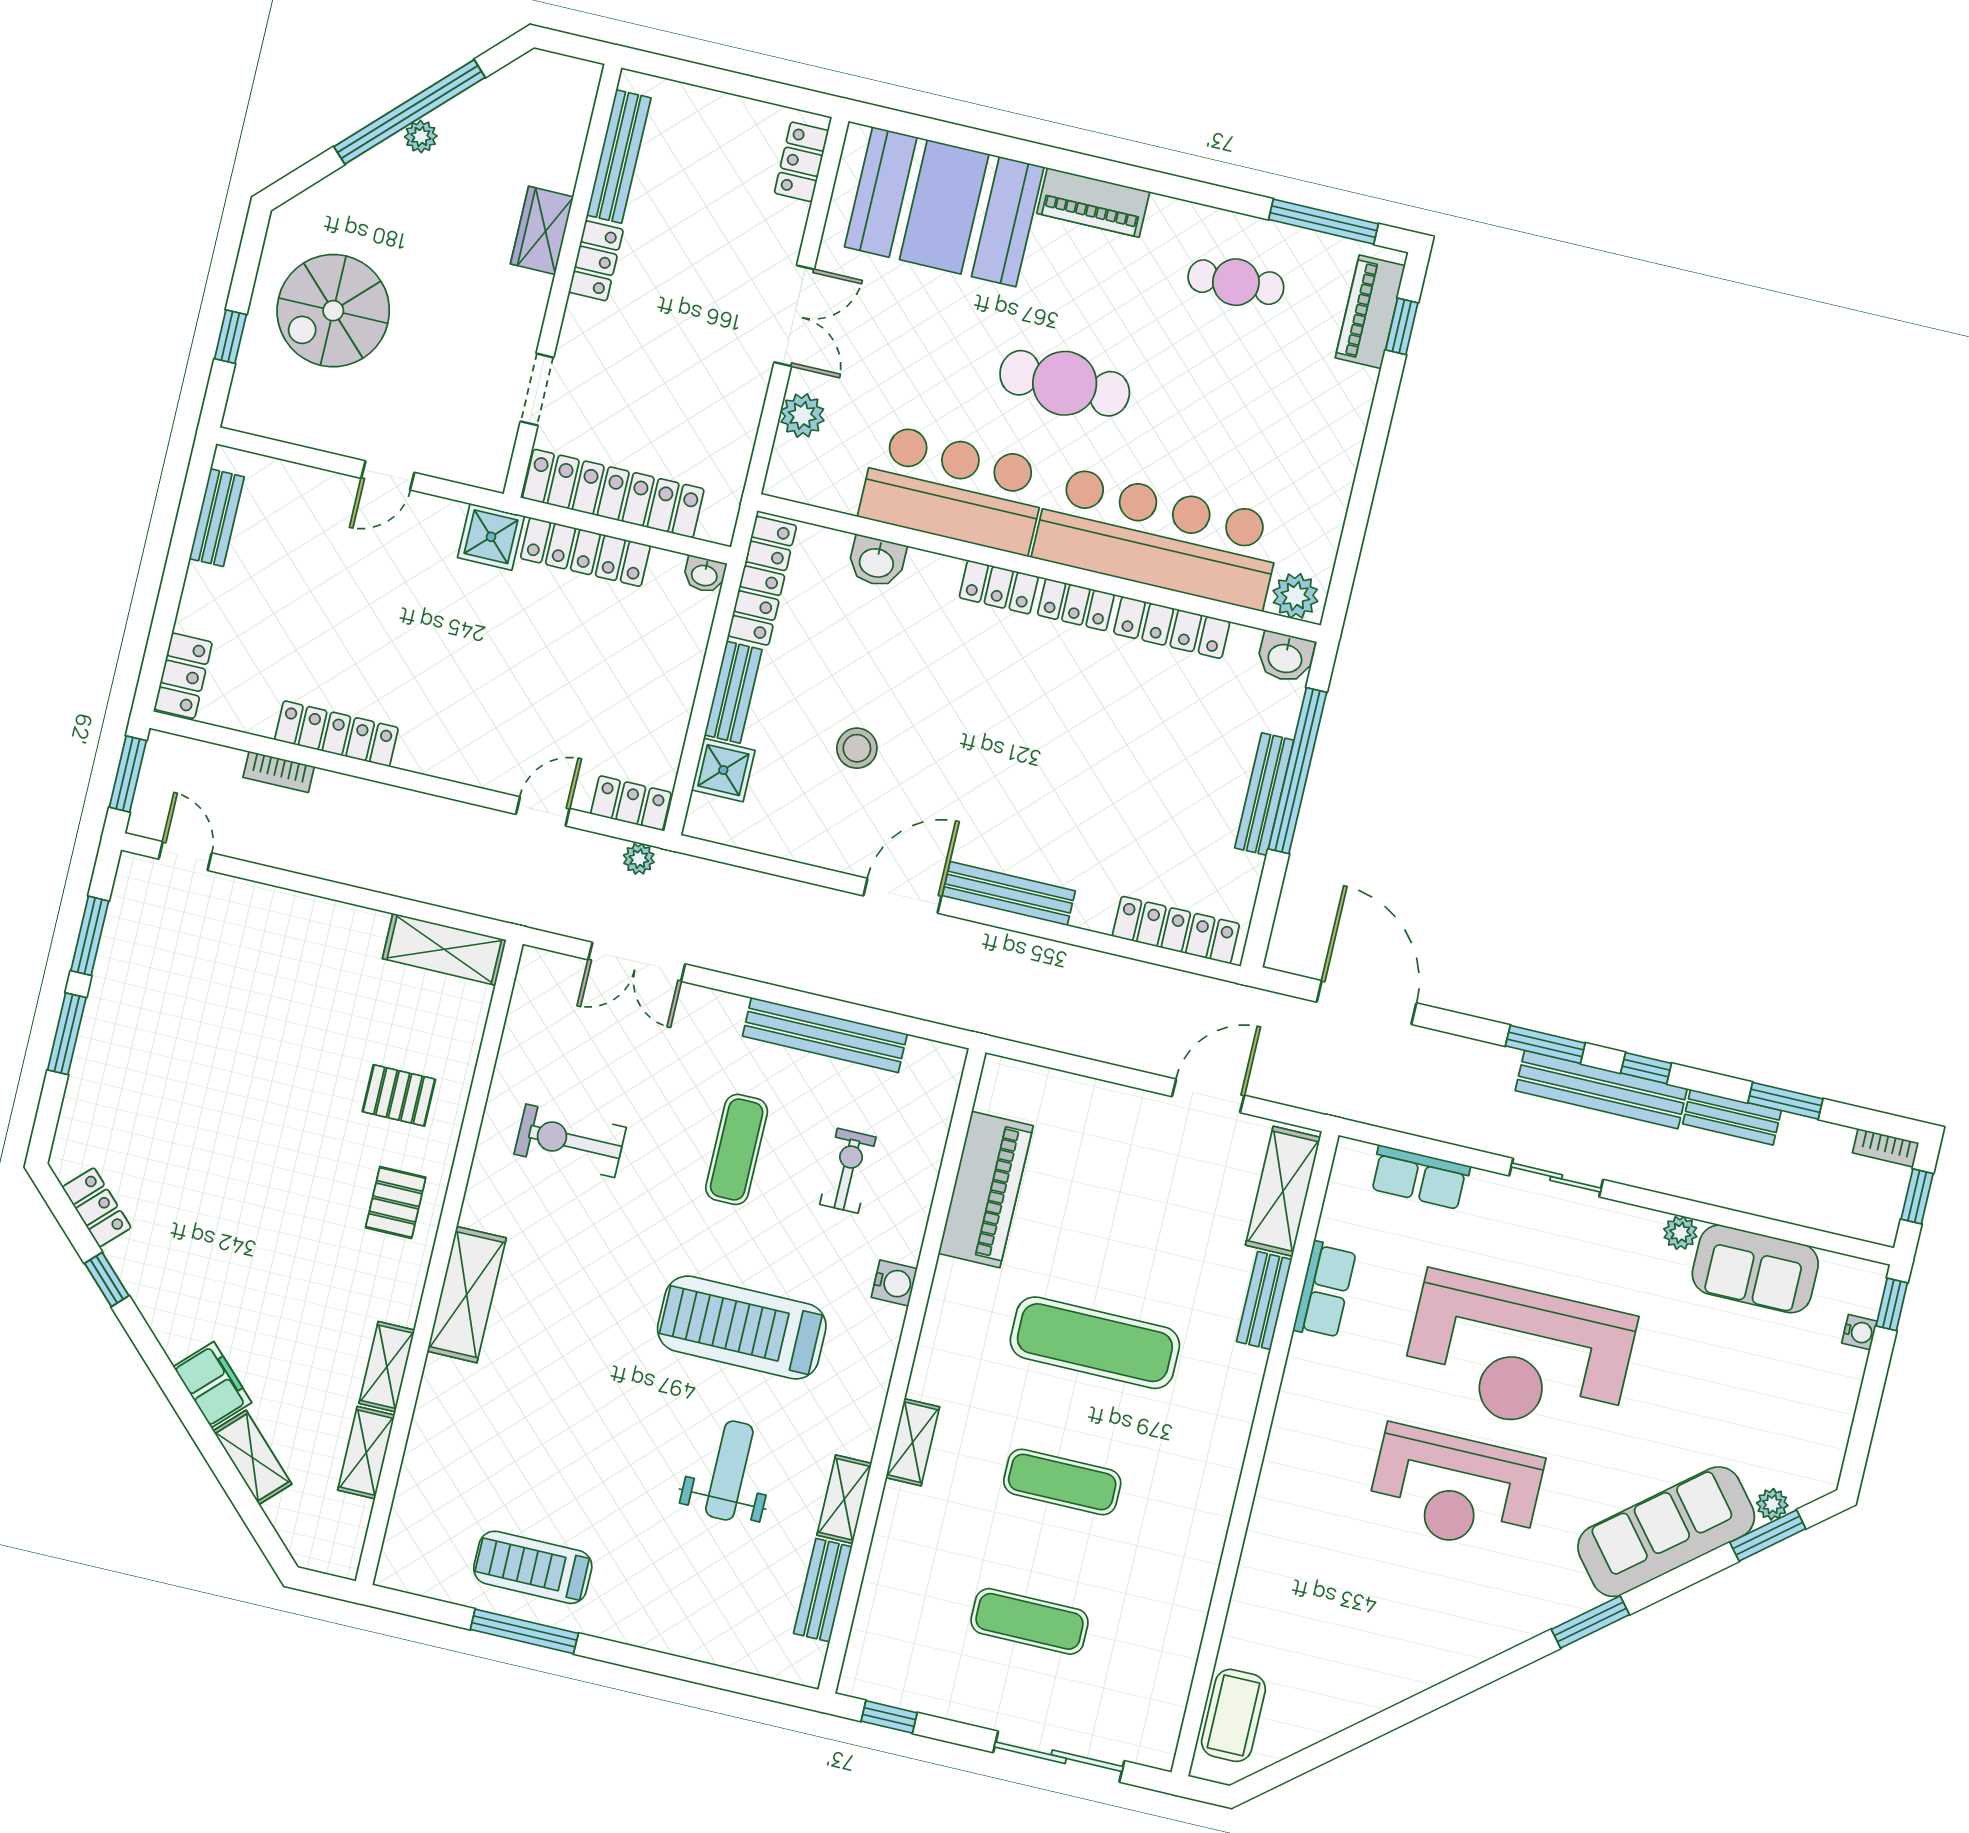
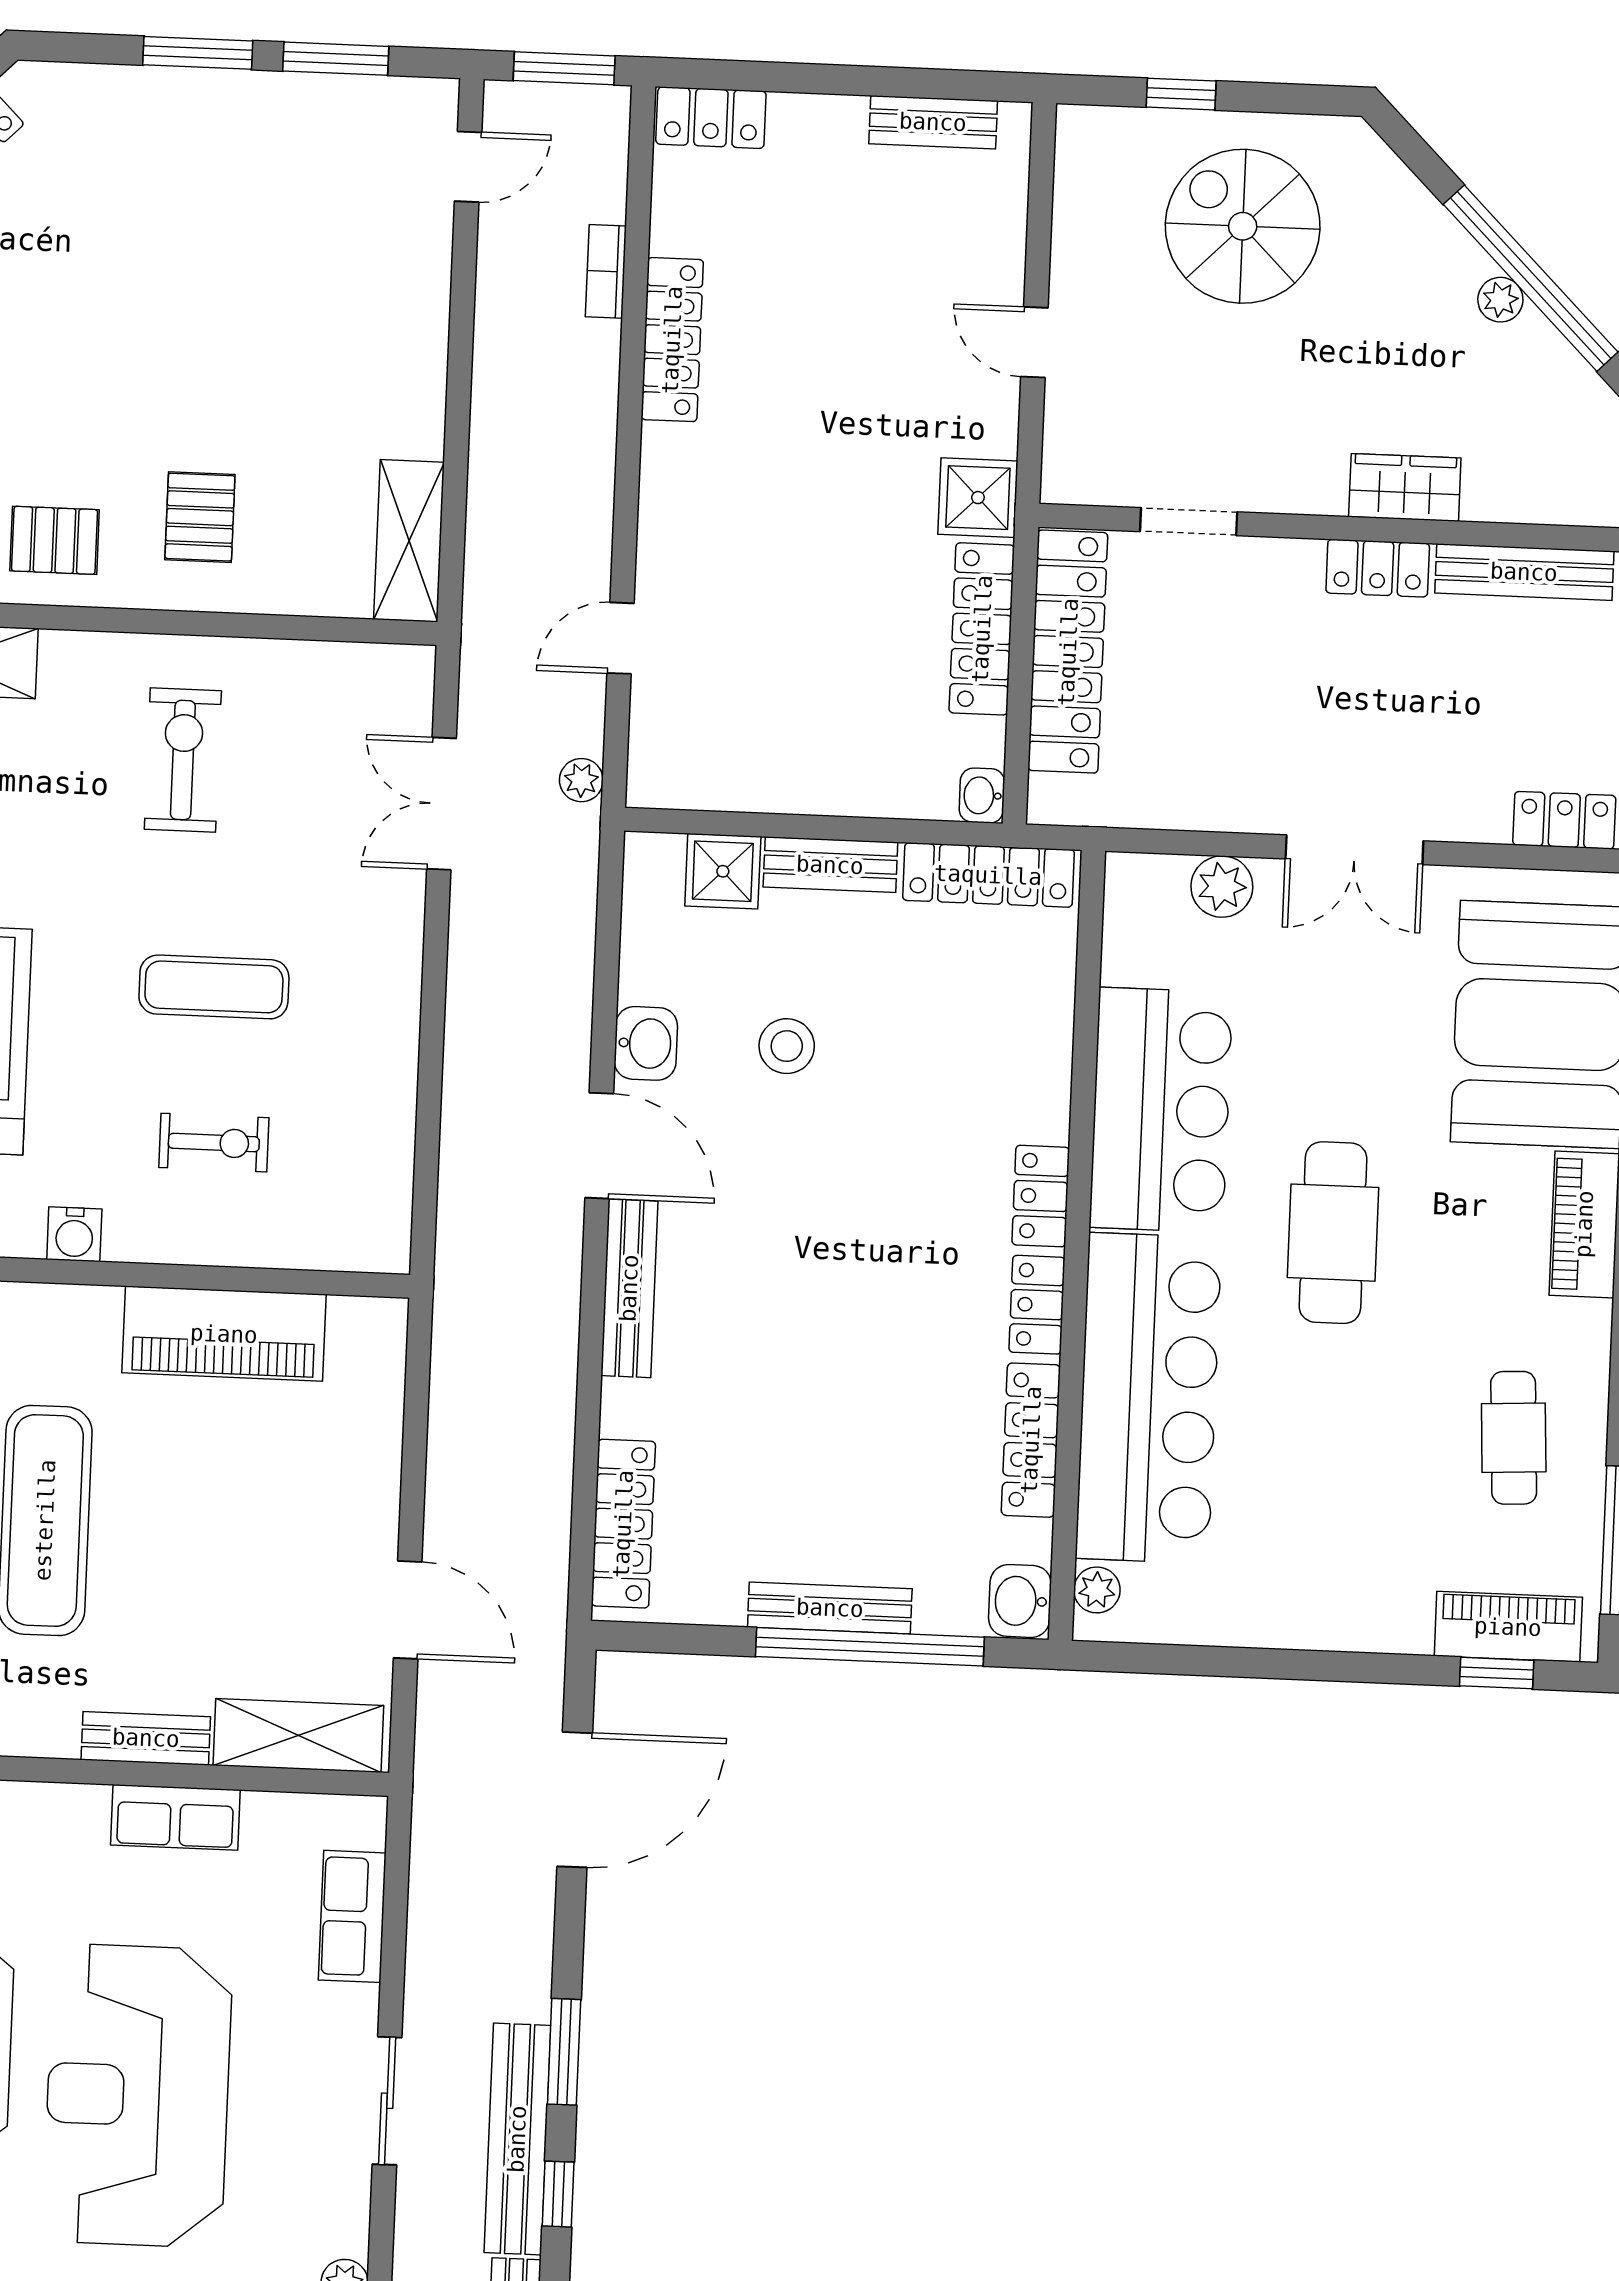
washbasin: (877, 562) -> (646, 1043), moved, turned 180
plant: (1295, 596) -> (1097, 1590), width x0.73, depth x0.73
locker: (631, 803) -> (654, 755), removed
door: (543, 811) -> (620, 638), swing flipped
bench: (825, 1035) -> (391, 1077), removed

